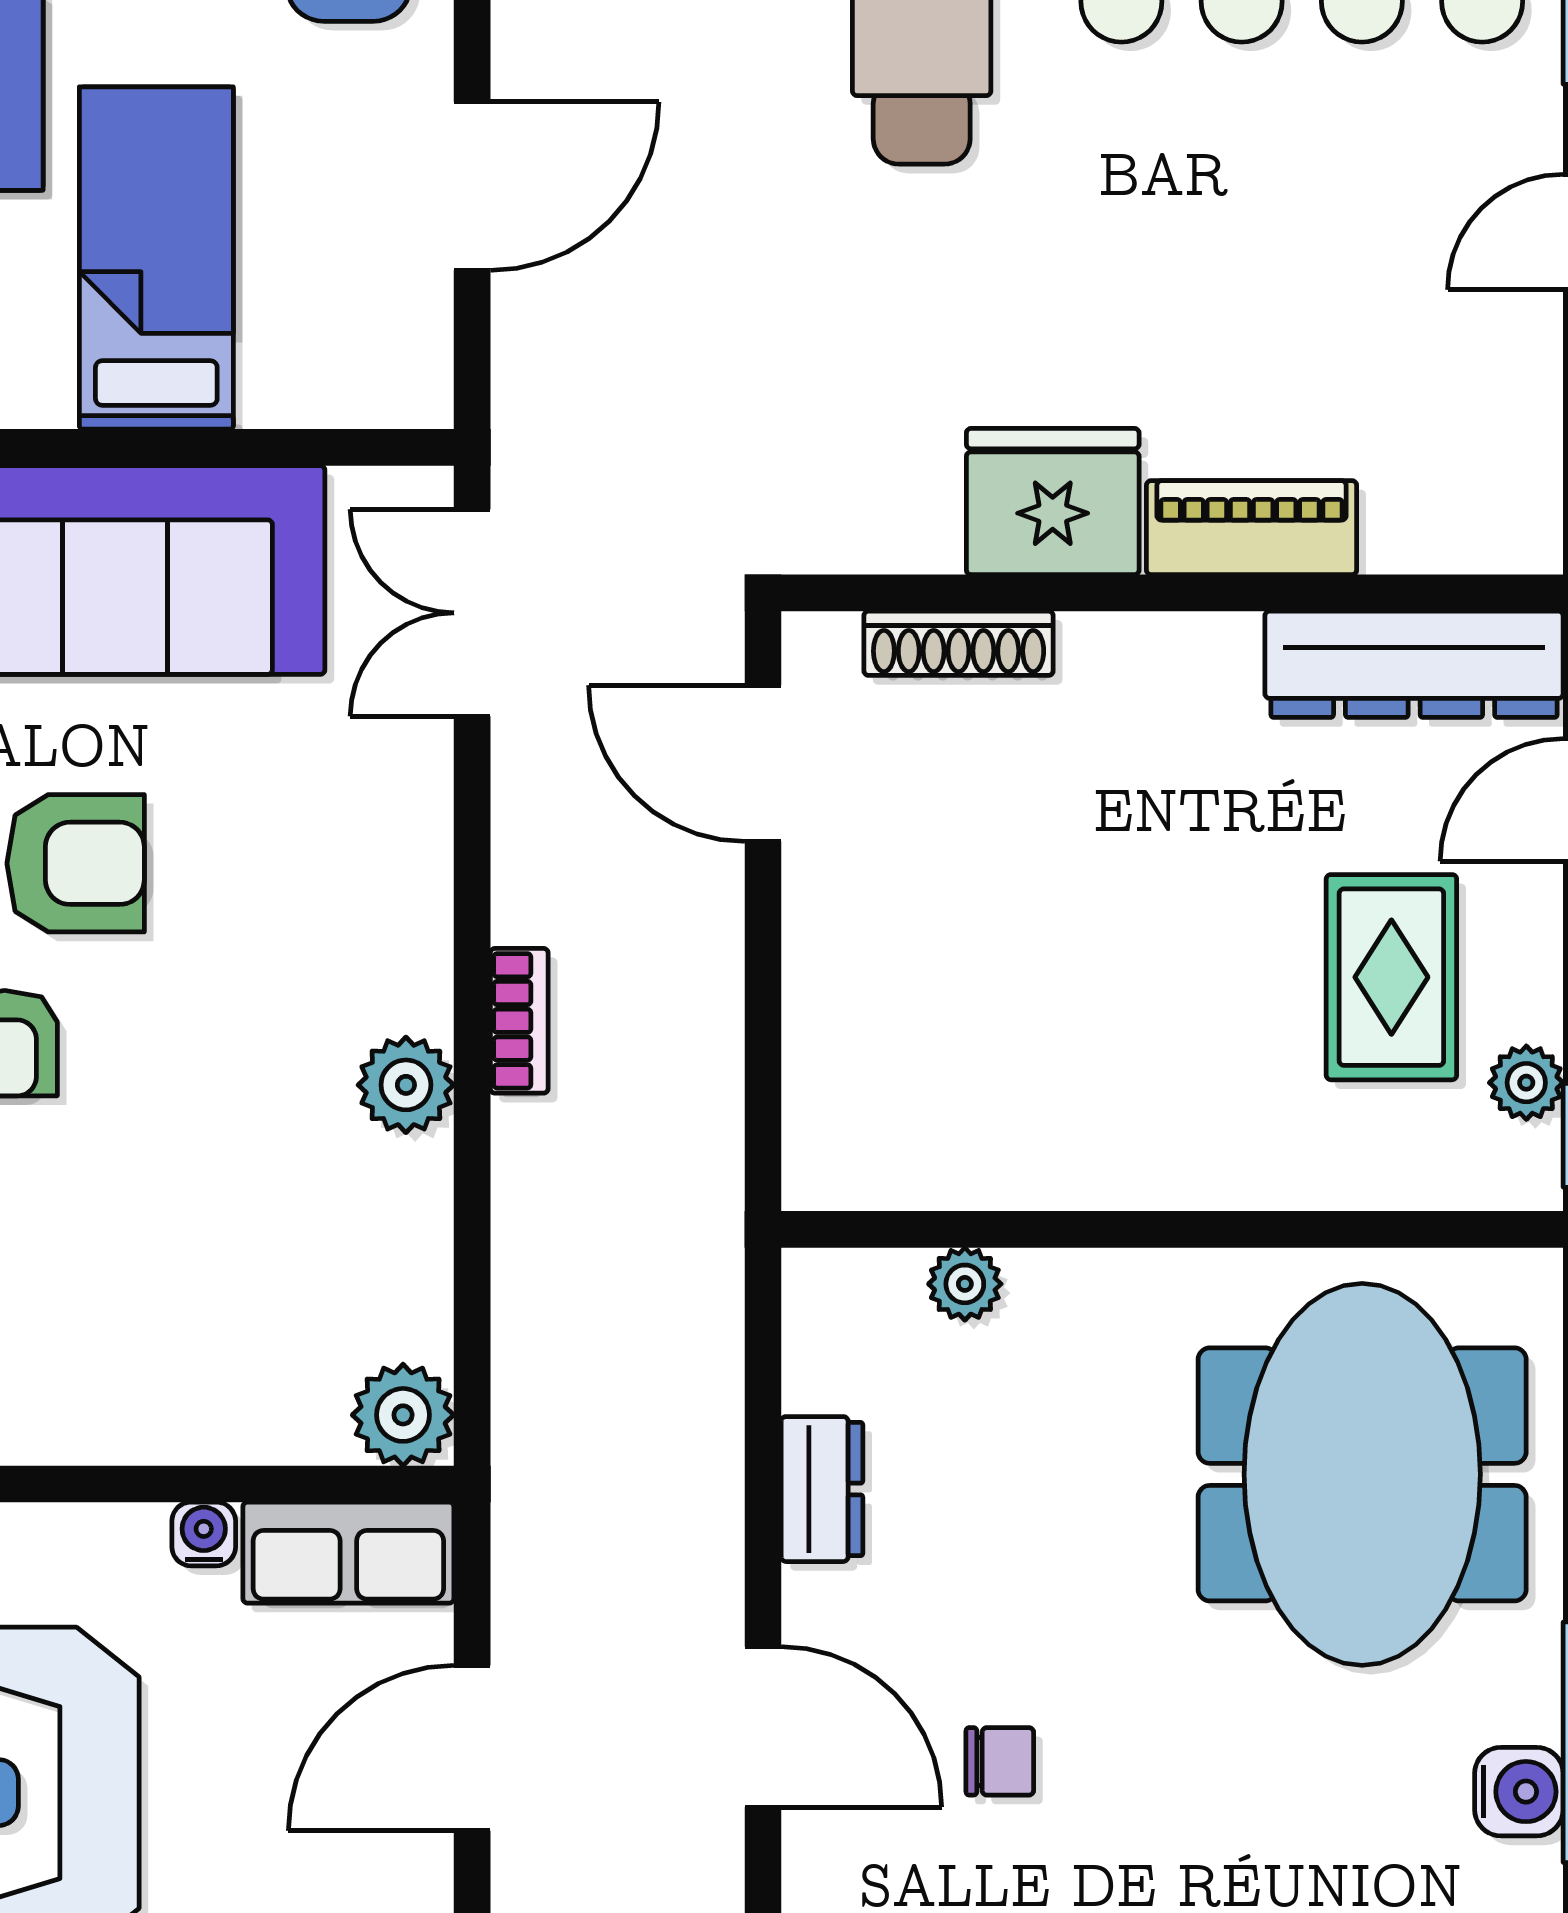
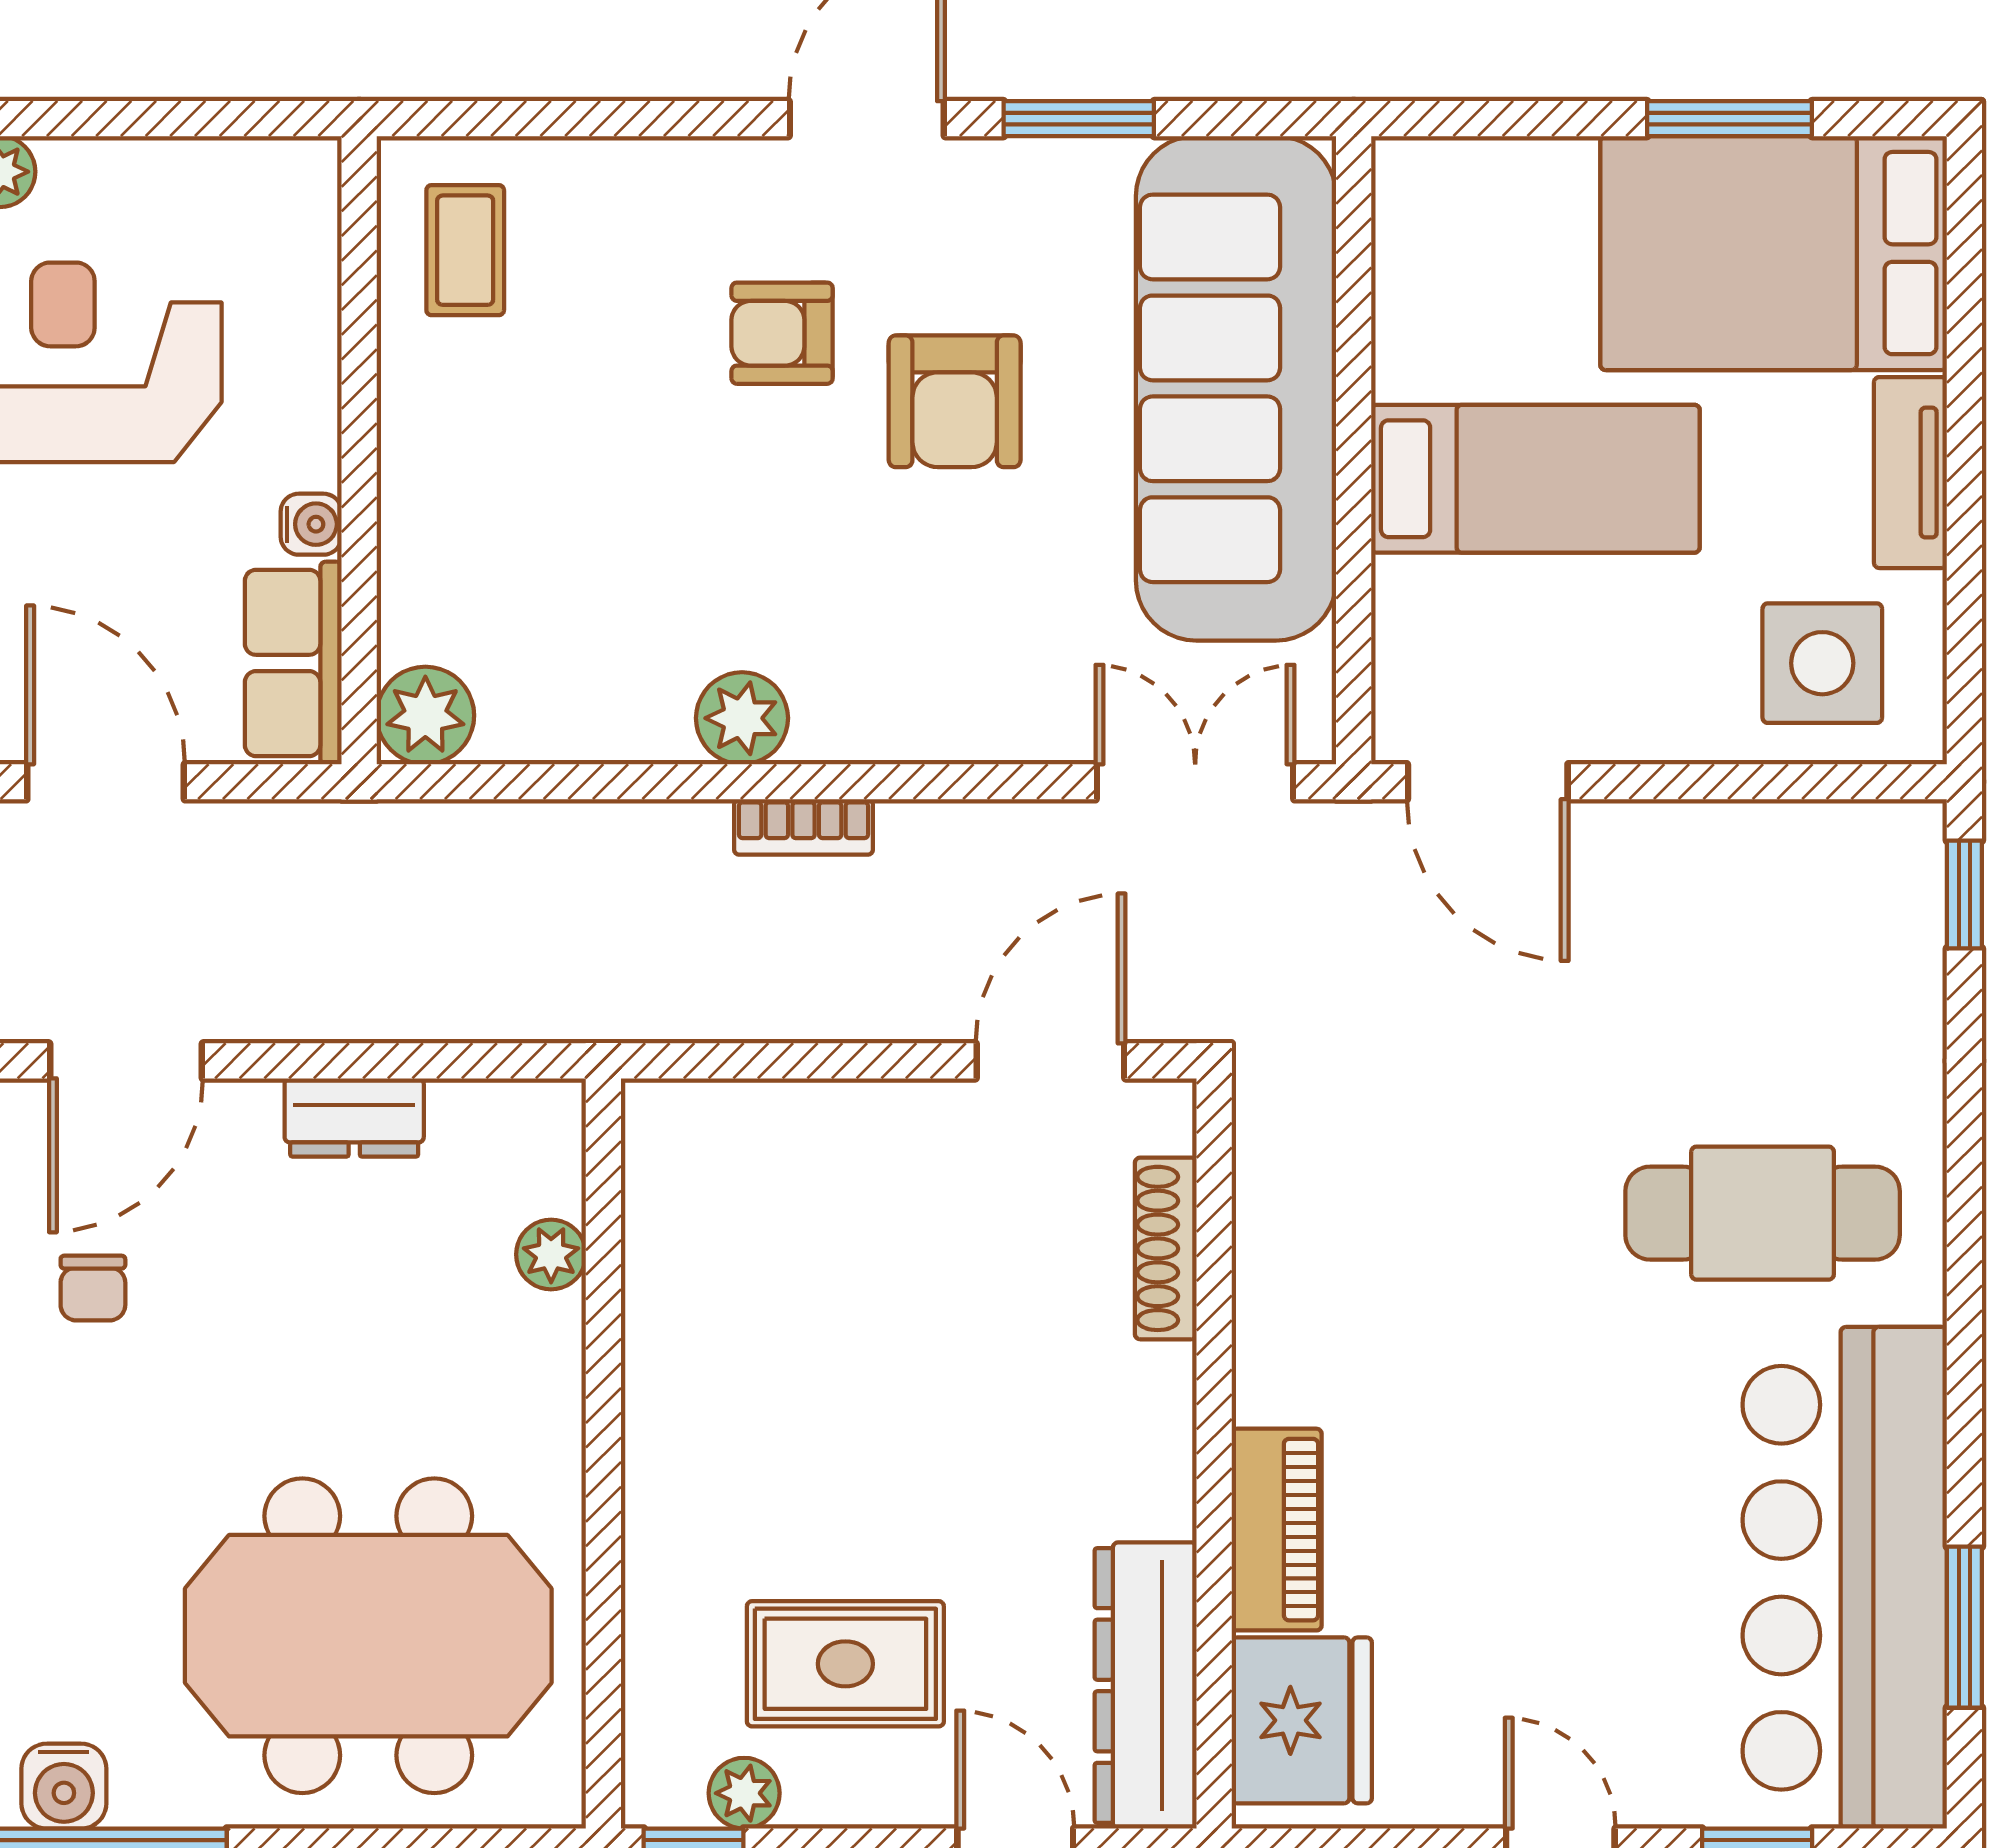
door: (472, 186) -> (1488, 782), moved
fridge: (1053, 502) -> (1302, 1720), moved

